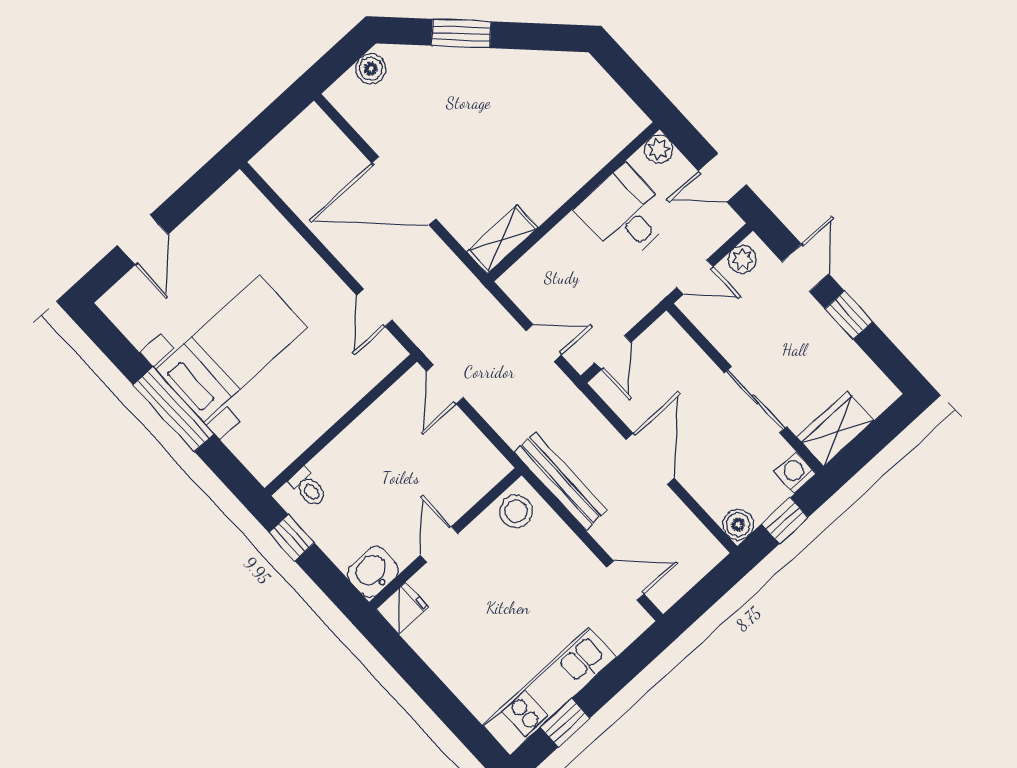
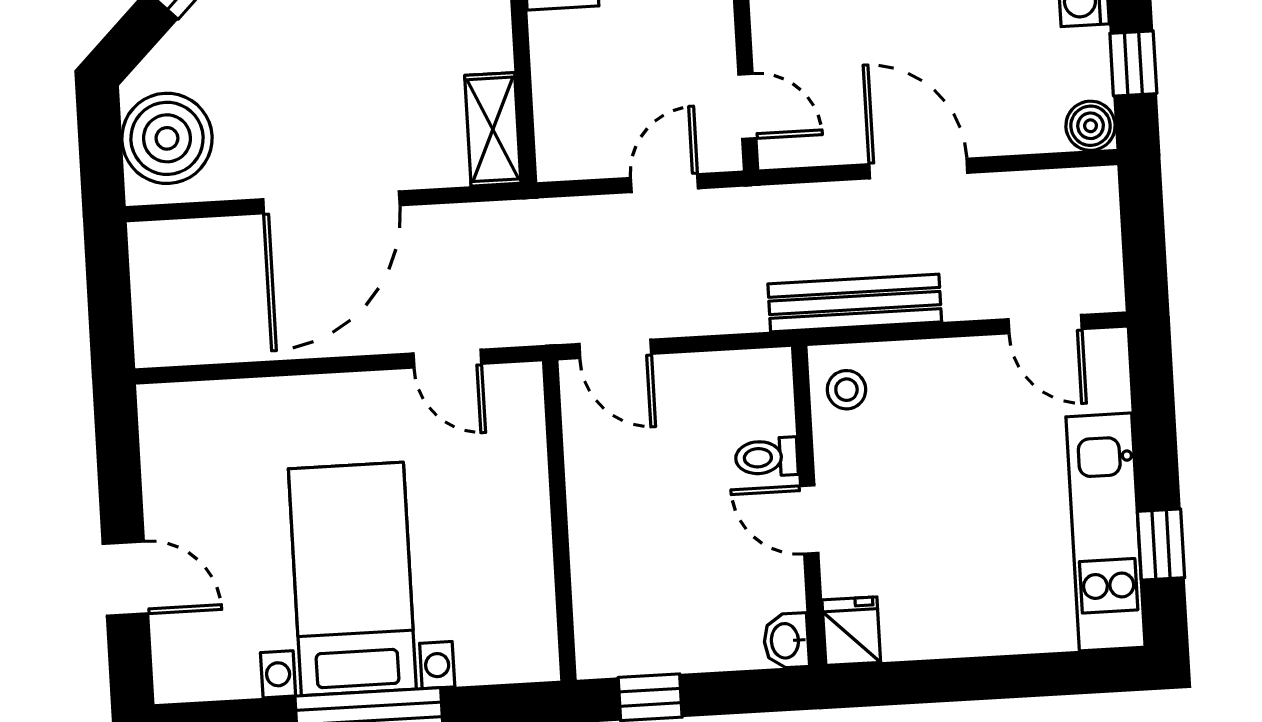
boiler: (371, 69) -> (167, 138), width x1.86, depth x1.86
toilet: (308, 488) -> (767, 457), moved, turned 180
stool: (516, 511) -> (846, 390), width x0.73, depth x0.73
washbasin: (373, 572) -> (786, 641), width x0.72, depth x0.69
door: (625, 581) -> (1045, 324), swing flipped

